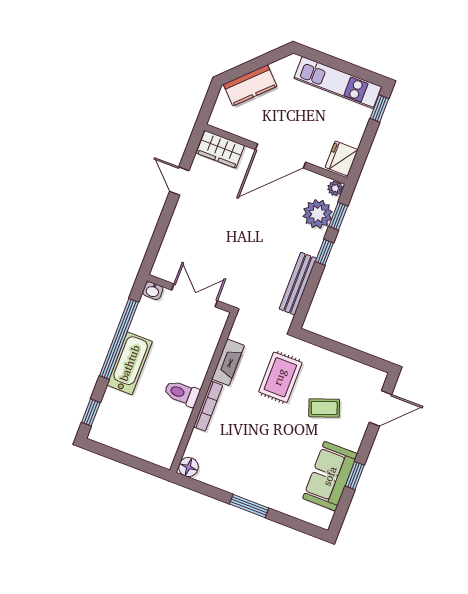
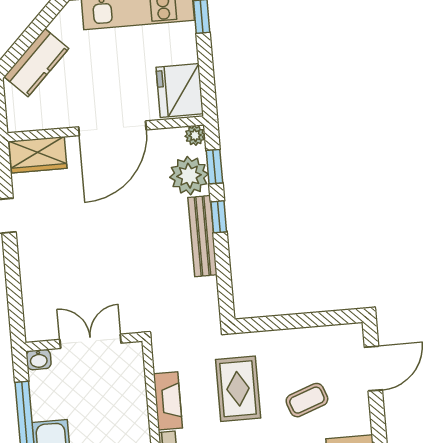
fridge: (342, 159) -> (180, 91), width x1.36, depth x1.34
bench: (298, 284) -> (202, 236), moved

